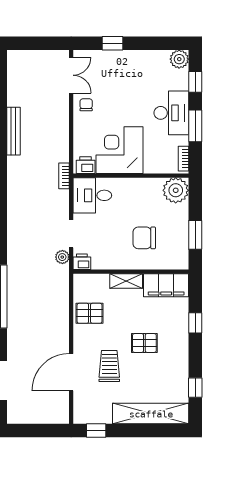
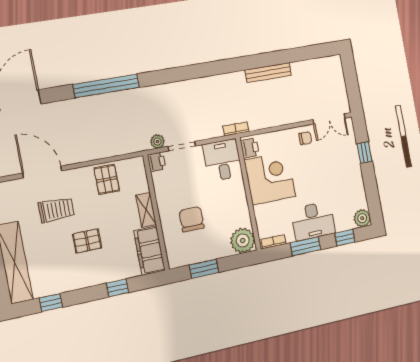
pallet: (144, 343) -> (87, 241), turned 90

